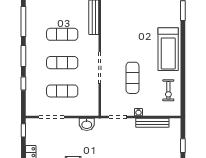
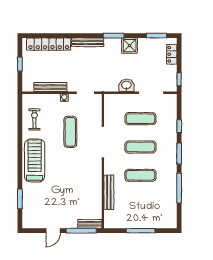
washbasin: (87, 124) -> (126, 85), moved

